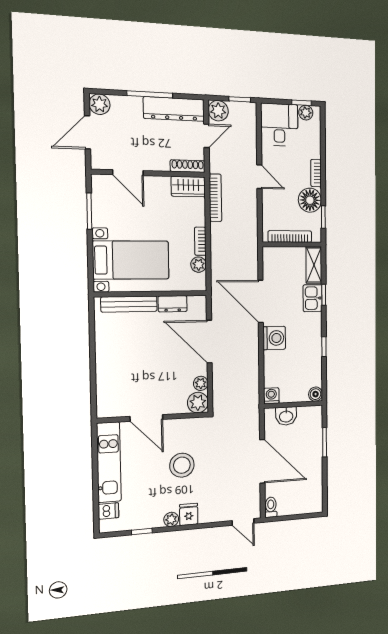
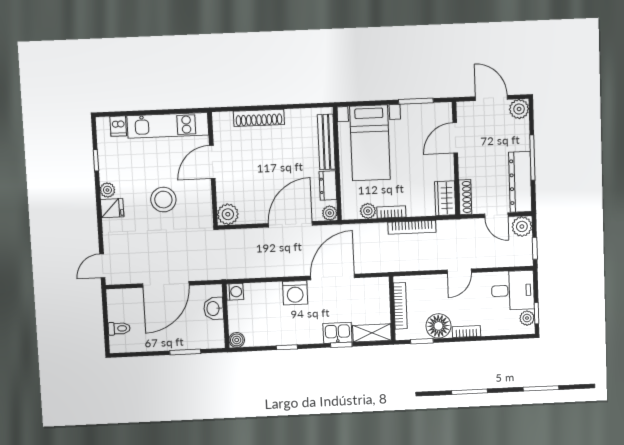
bookcase: (215, 198) -> (412, 227), moved
shoe rack: (103, 371) -> (259, 118), added
plant: (201, 383) -> (330, 213), moved
toilet: (271, 507) -> (119, 329), moved

